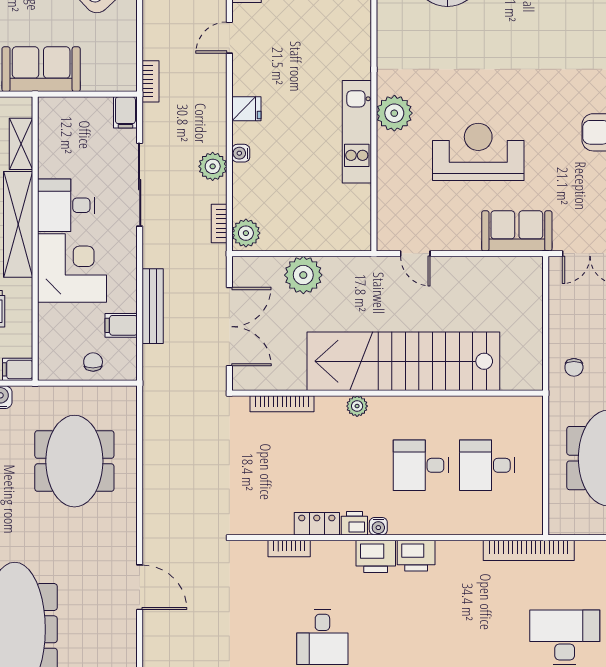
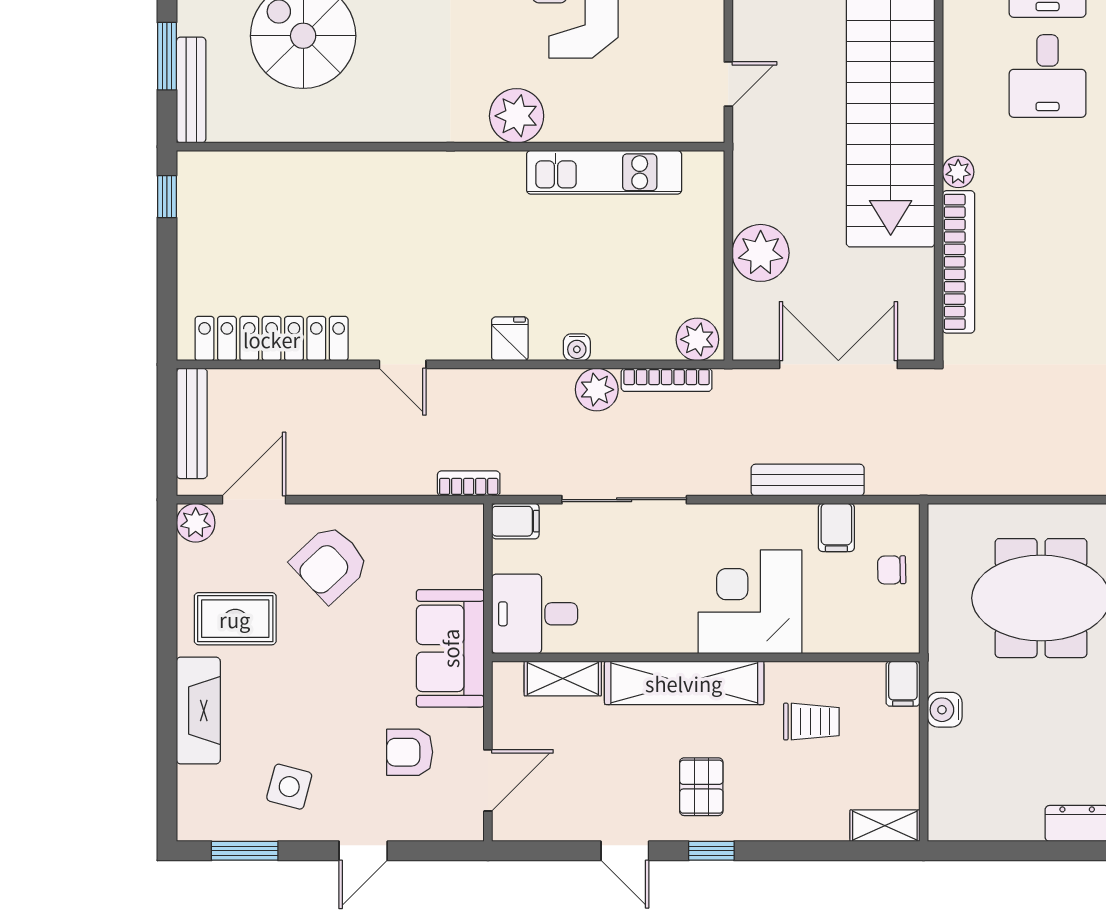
kitchen unit: (357, 132) -> (604, 172), moved
desk: (66, 205) -> (535, 614), moved, turned 90
bookcase: (219, 224) -> (667, 380), width x1.56
bookcase: (282, 404) -> (959, 262), width x1.48, depth x1.31

